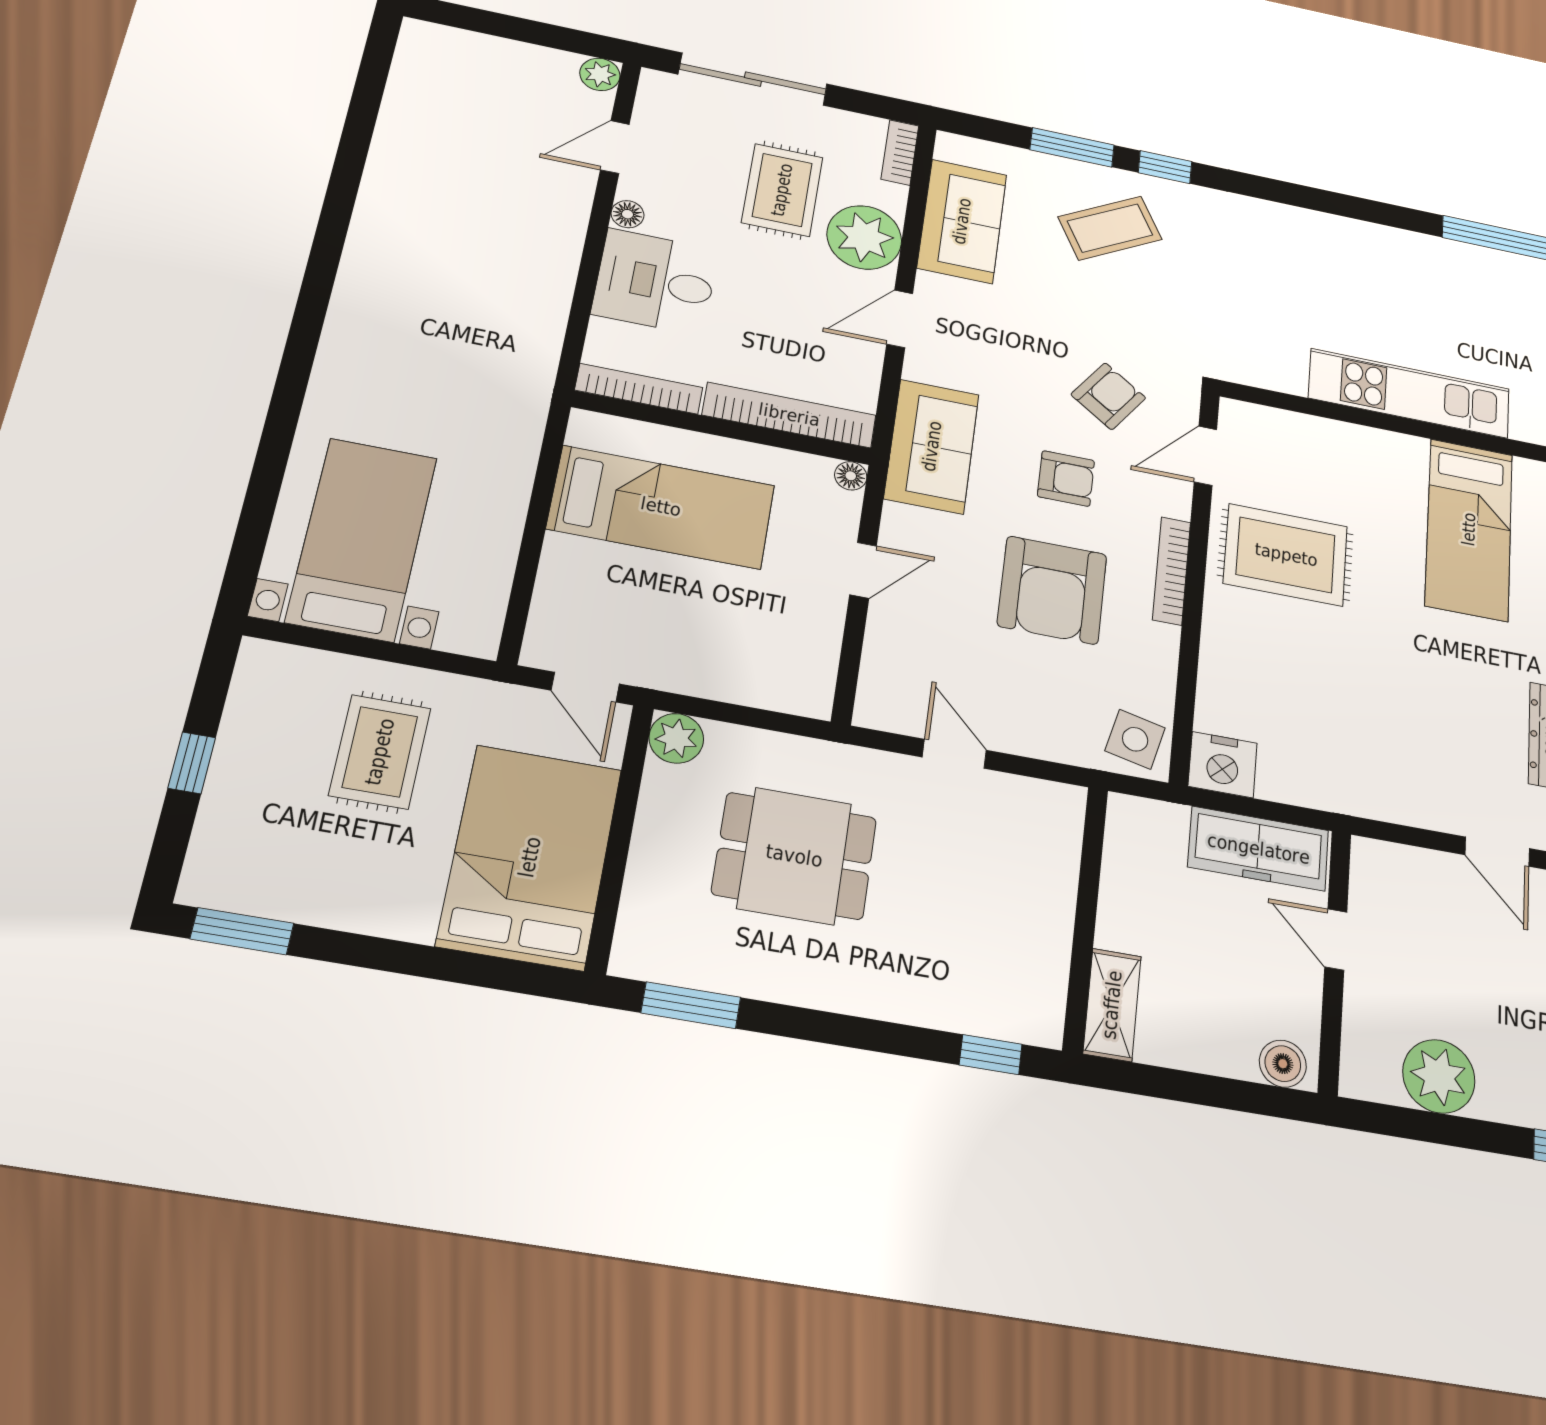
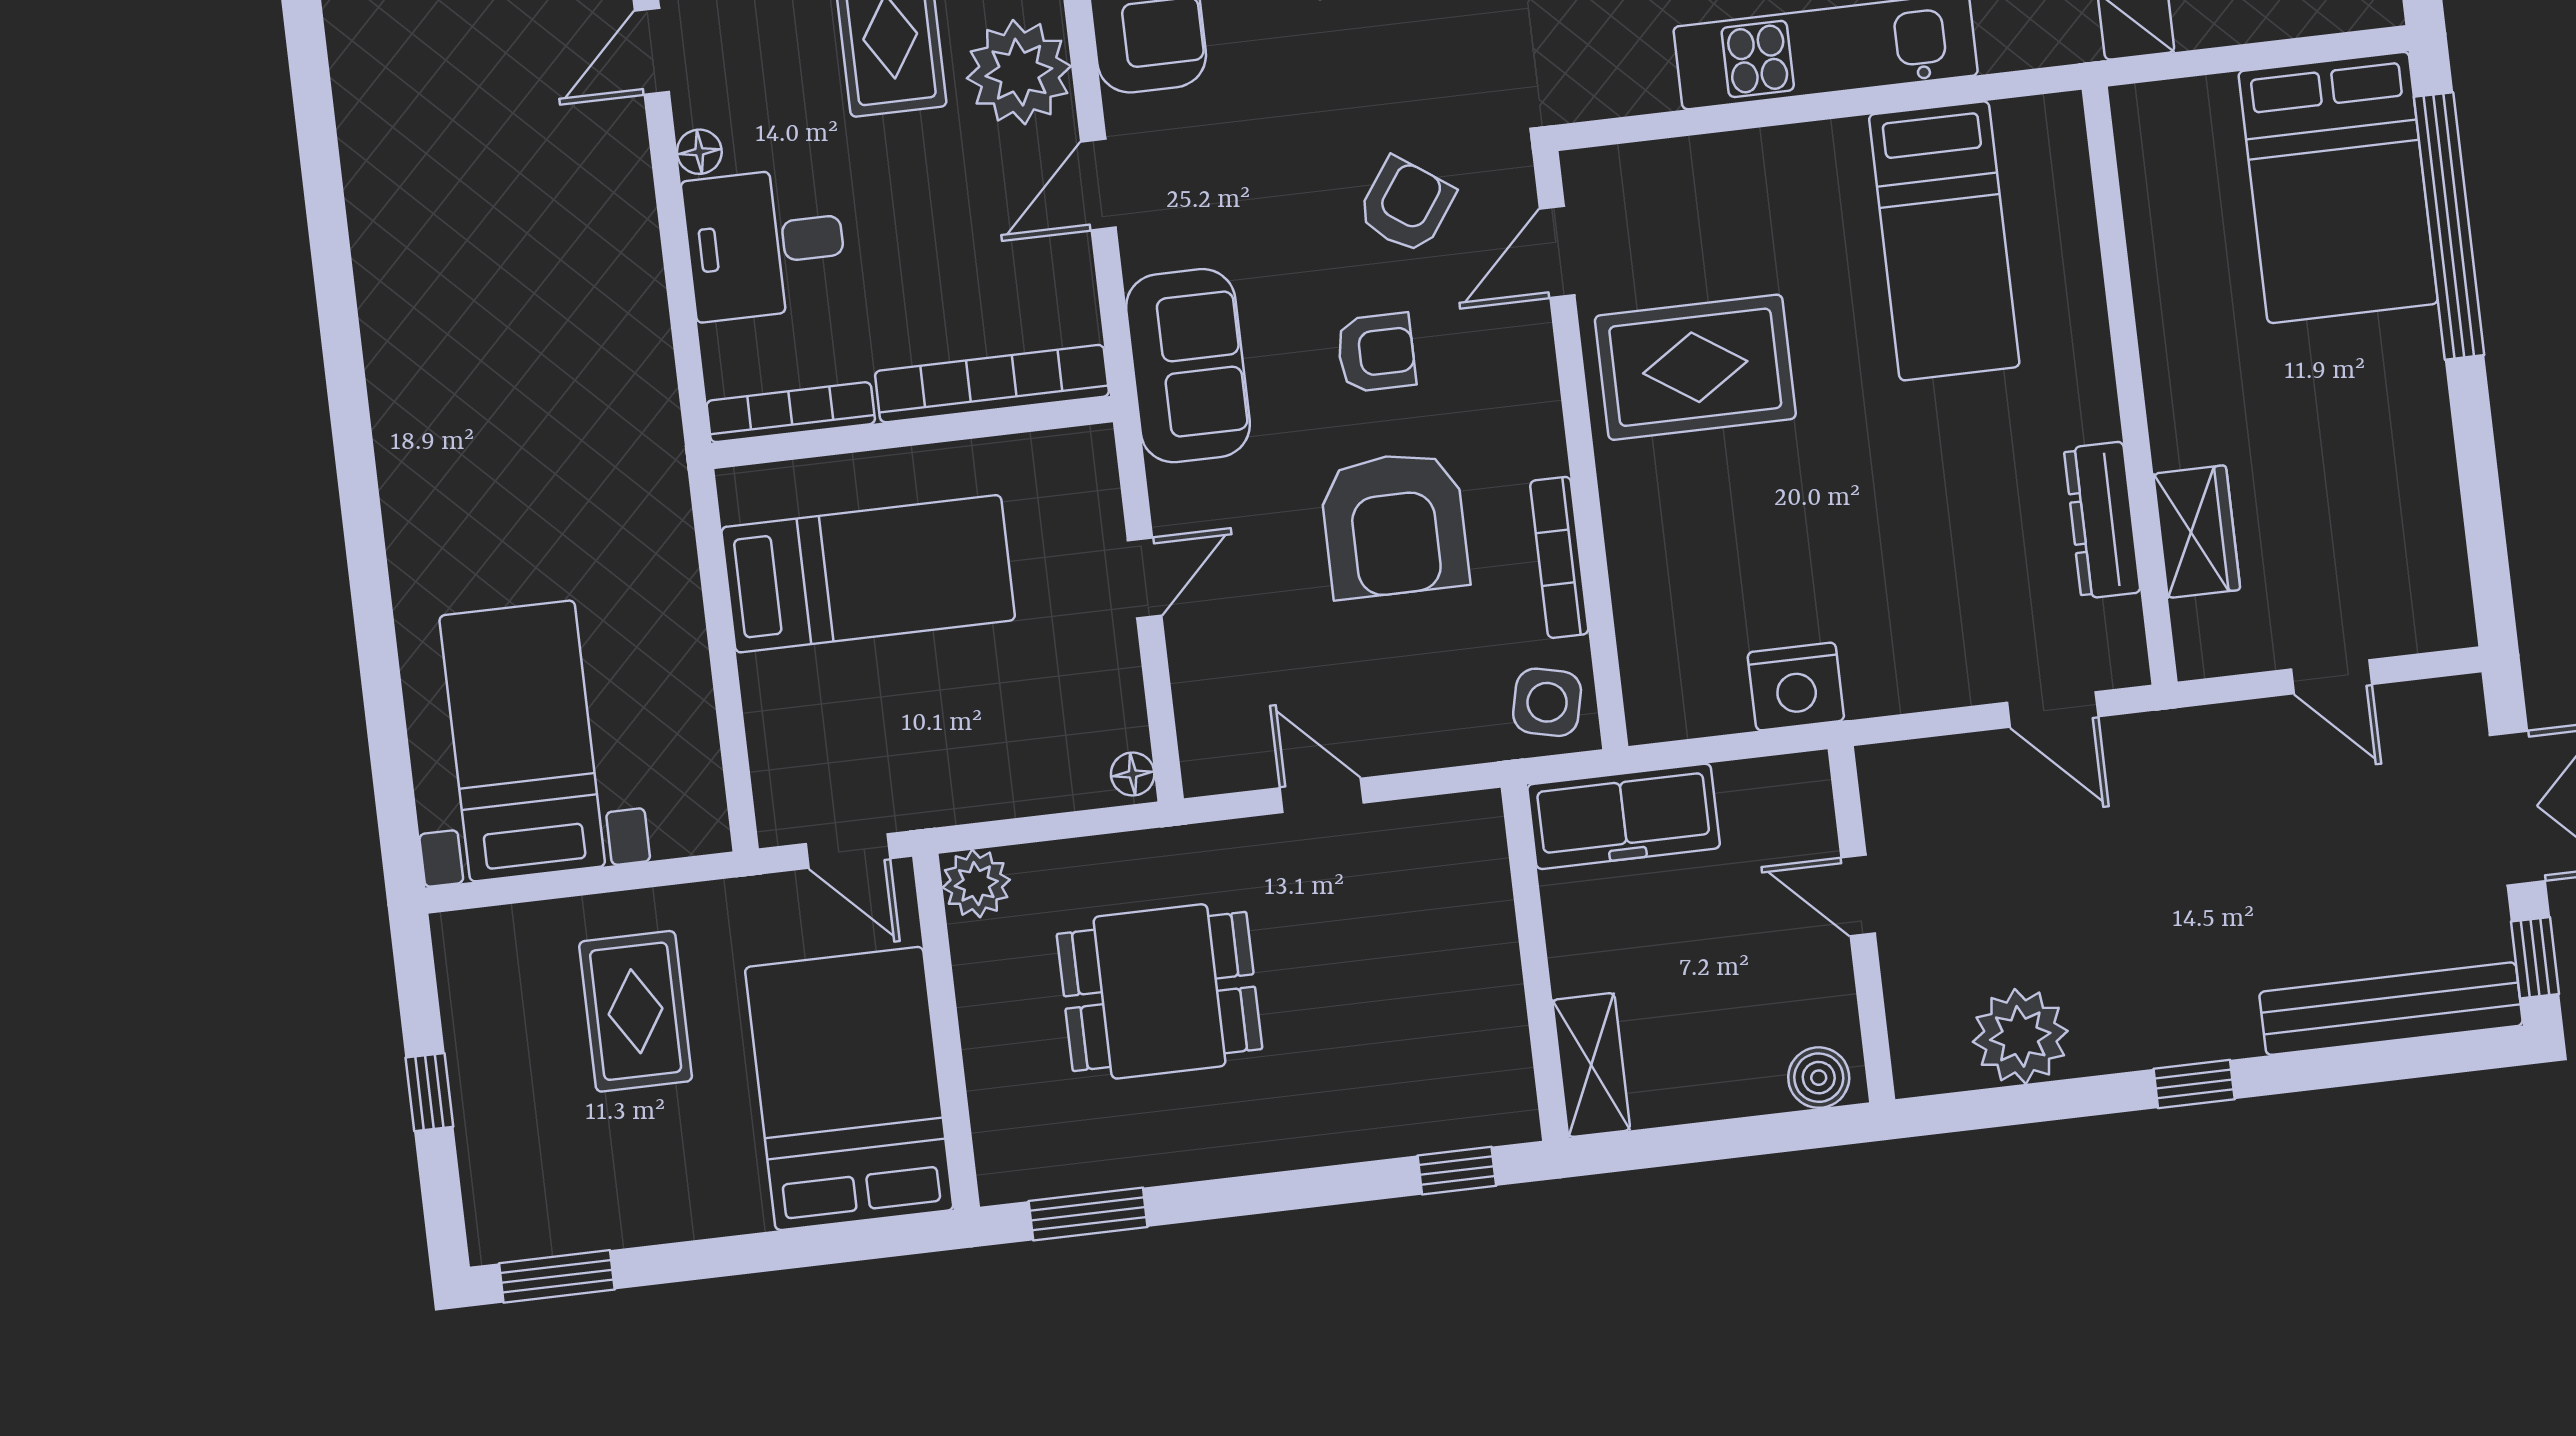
floor lamp: (851, 476) -> (1133, 774), moved
bookcase: (1172, 571) -> (1559, 557), moved
nightstand: (1223, 765) -> (1796, 686), moved
freezer: (1258, 849) -> (1624, 816), moved

